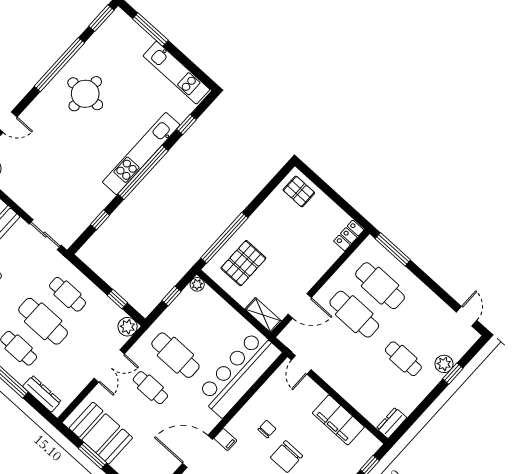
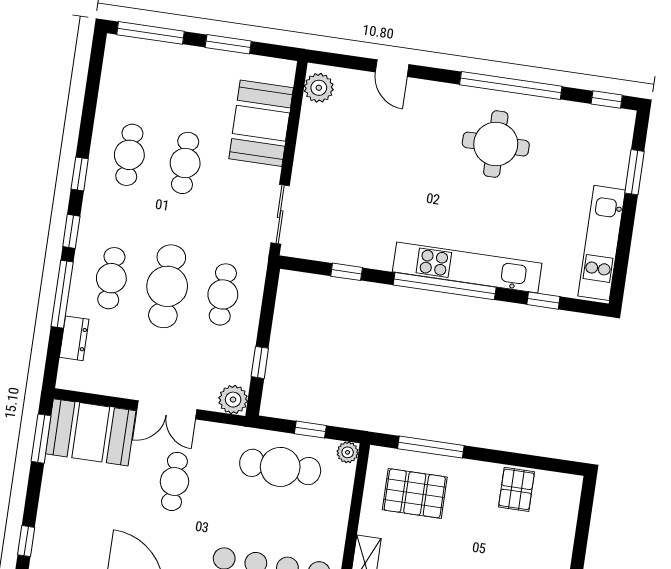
window: (101, 18) -> (607, 100), width x0.67
window: (150, 29) -> (635, 172), width x0.69
pallet: (299, 191) -> (517, 489), moved
window: (224, 238) -> (431, 447), width x0.68
cafe table: (175, 355) -> (280, 467), moved, turned 90
dresser: (42, 394) -> (74, 338), width x0.70
booth: (101, 433) -> (91, 432), moved, turned 90
window: (92, 456) -> (41, 439), moved

